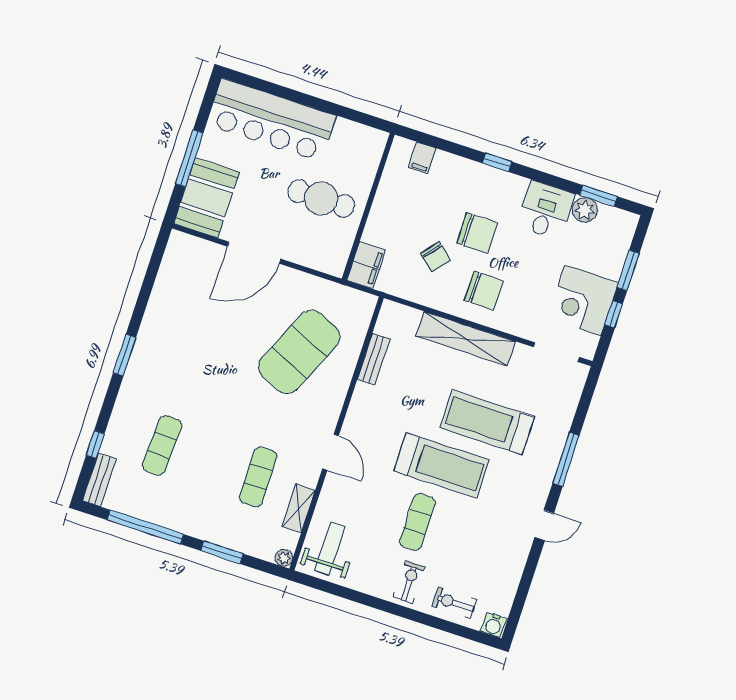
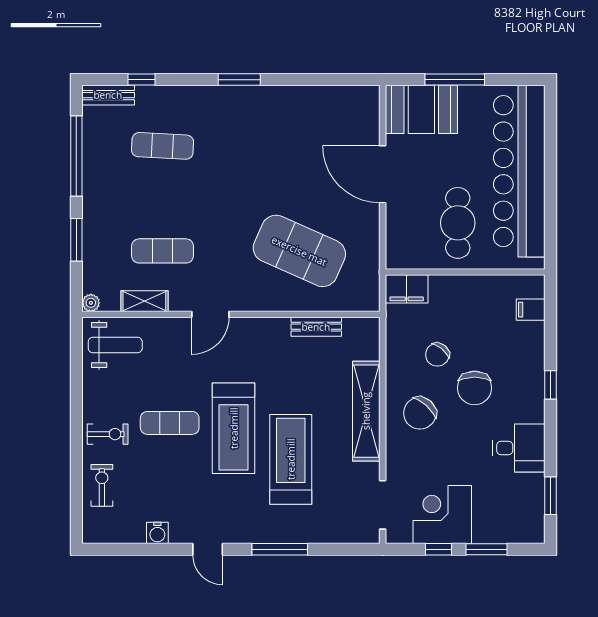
bar counter: (271, 120) -> (519, 171), width x1.36
plant: (585, 210) -> (532, 487), removed
chair: (484, 290) -> (420, 413), turned 42
water cooler: (493, 625) -> (157, 533), moved, turned -90

